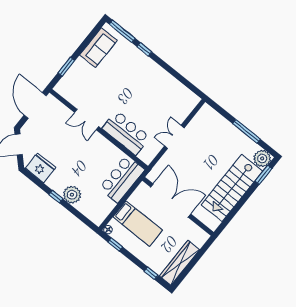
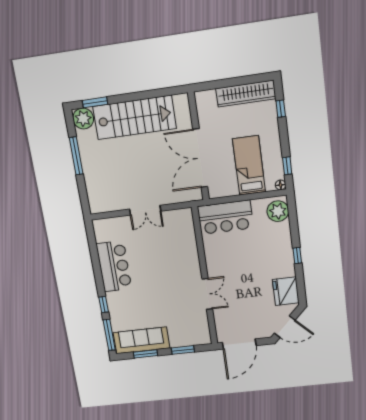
window: (87, 41) -> (145, 354), added
sofa: (98, 48) -> (141, 340), width x1.36
bar counter: (126, 133) -> (114, 266), moved, turned 180
plant: (72, 195) -> (278, 211), moved

